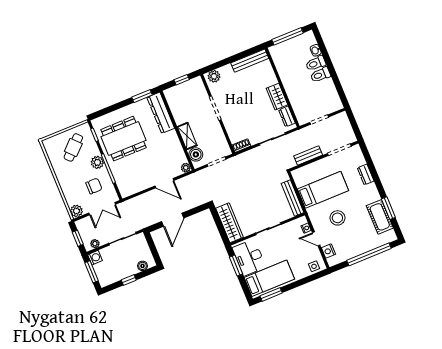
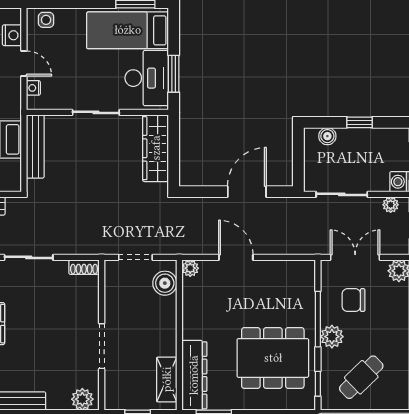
shelving: (187, 136) -> (167, 379), moved

